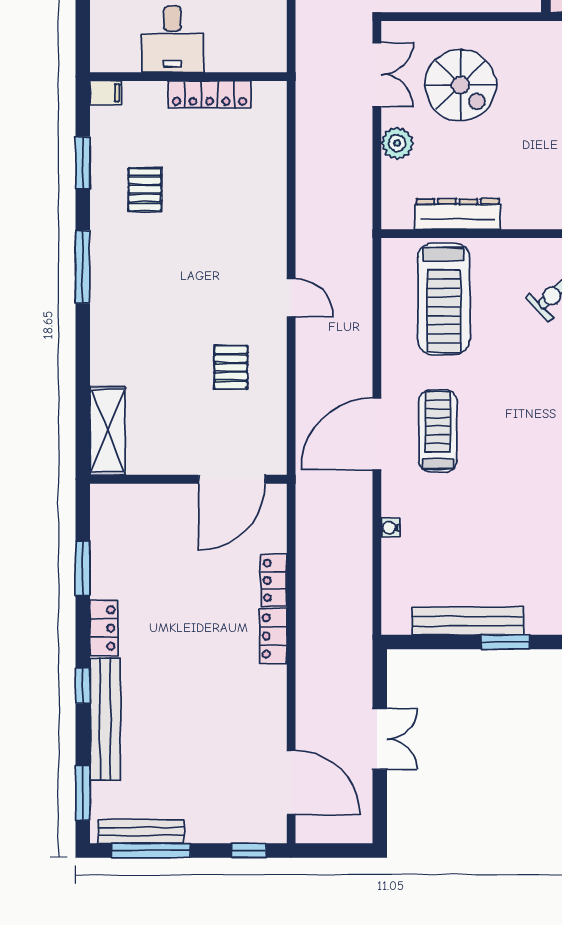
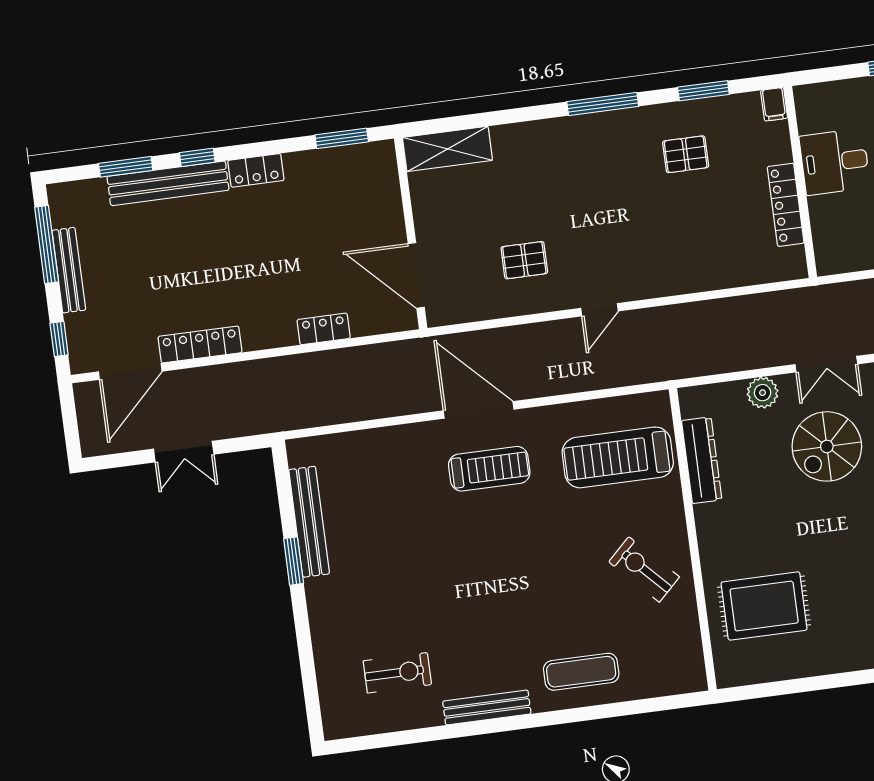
water cooler: (390, 528) -> (390, 435), removed
window: (83, 568) -> (342, 138), moved
locker: (273, 636) -> (200, 344), moved, width x1.53
window: (83, 793) -> (126, 167), moved
bench: (141, 831) -> (69, 270), moved

